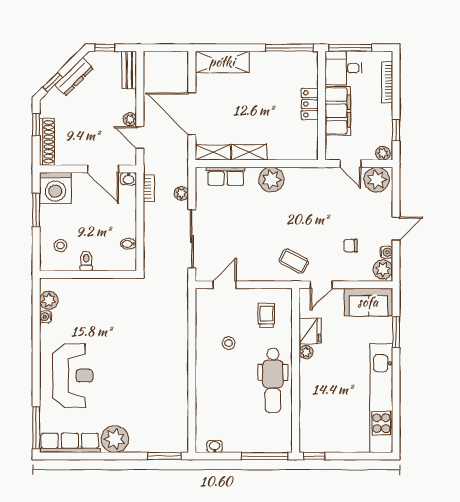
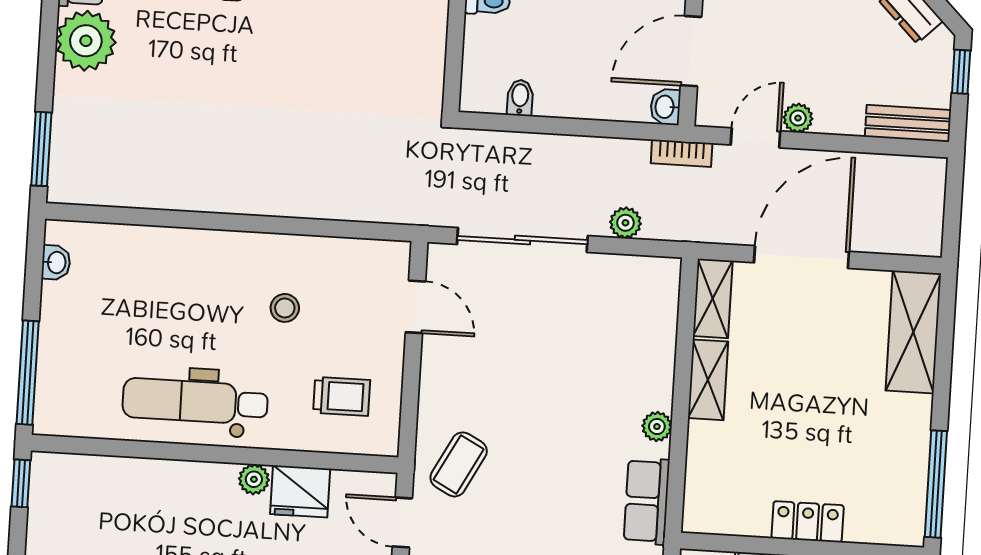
row of seats: (226, 176) -> (647, 501), moved
plant: (271, 180) -> (657, 427), width x0.53, depth x0.53
bookcase: (149, 188) -> (682, 153), moved

